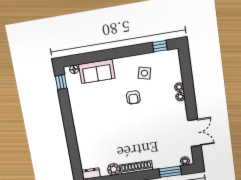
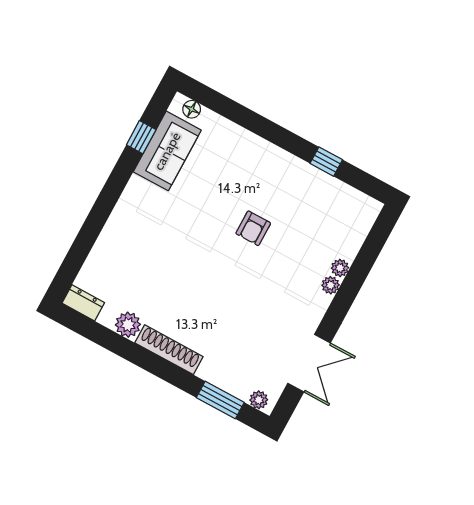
window: (160, 46) -> (326, 162), moved
sofa: (97, 71) -> (167, 151), moved, turned -90
side table: (144, 73) -> (301, 203), removed
window: (61, 82) -> (141, 137), moved

